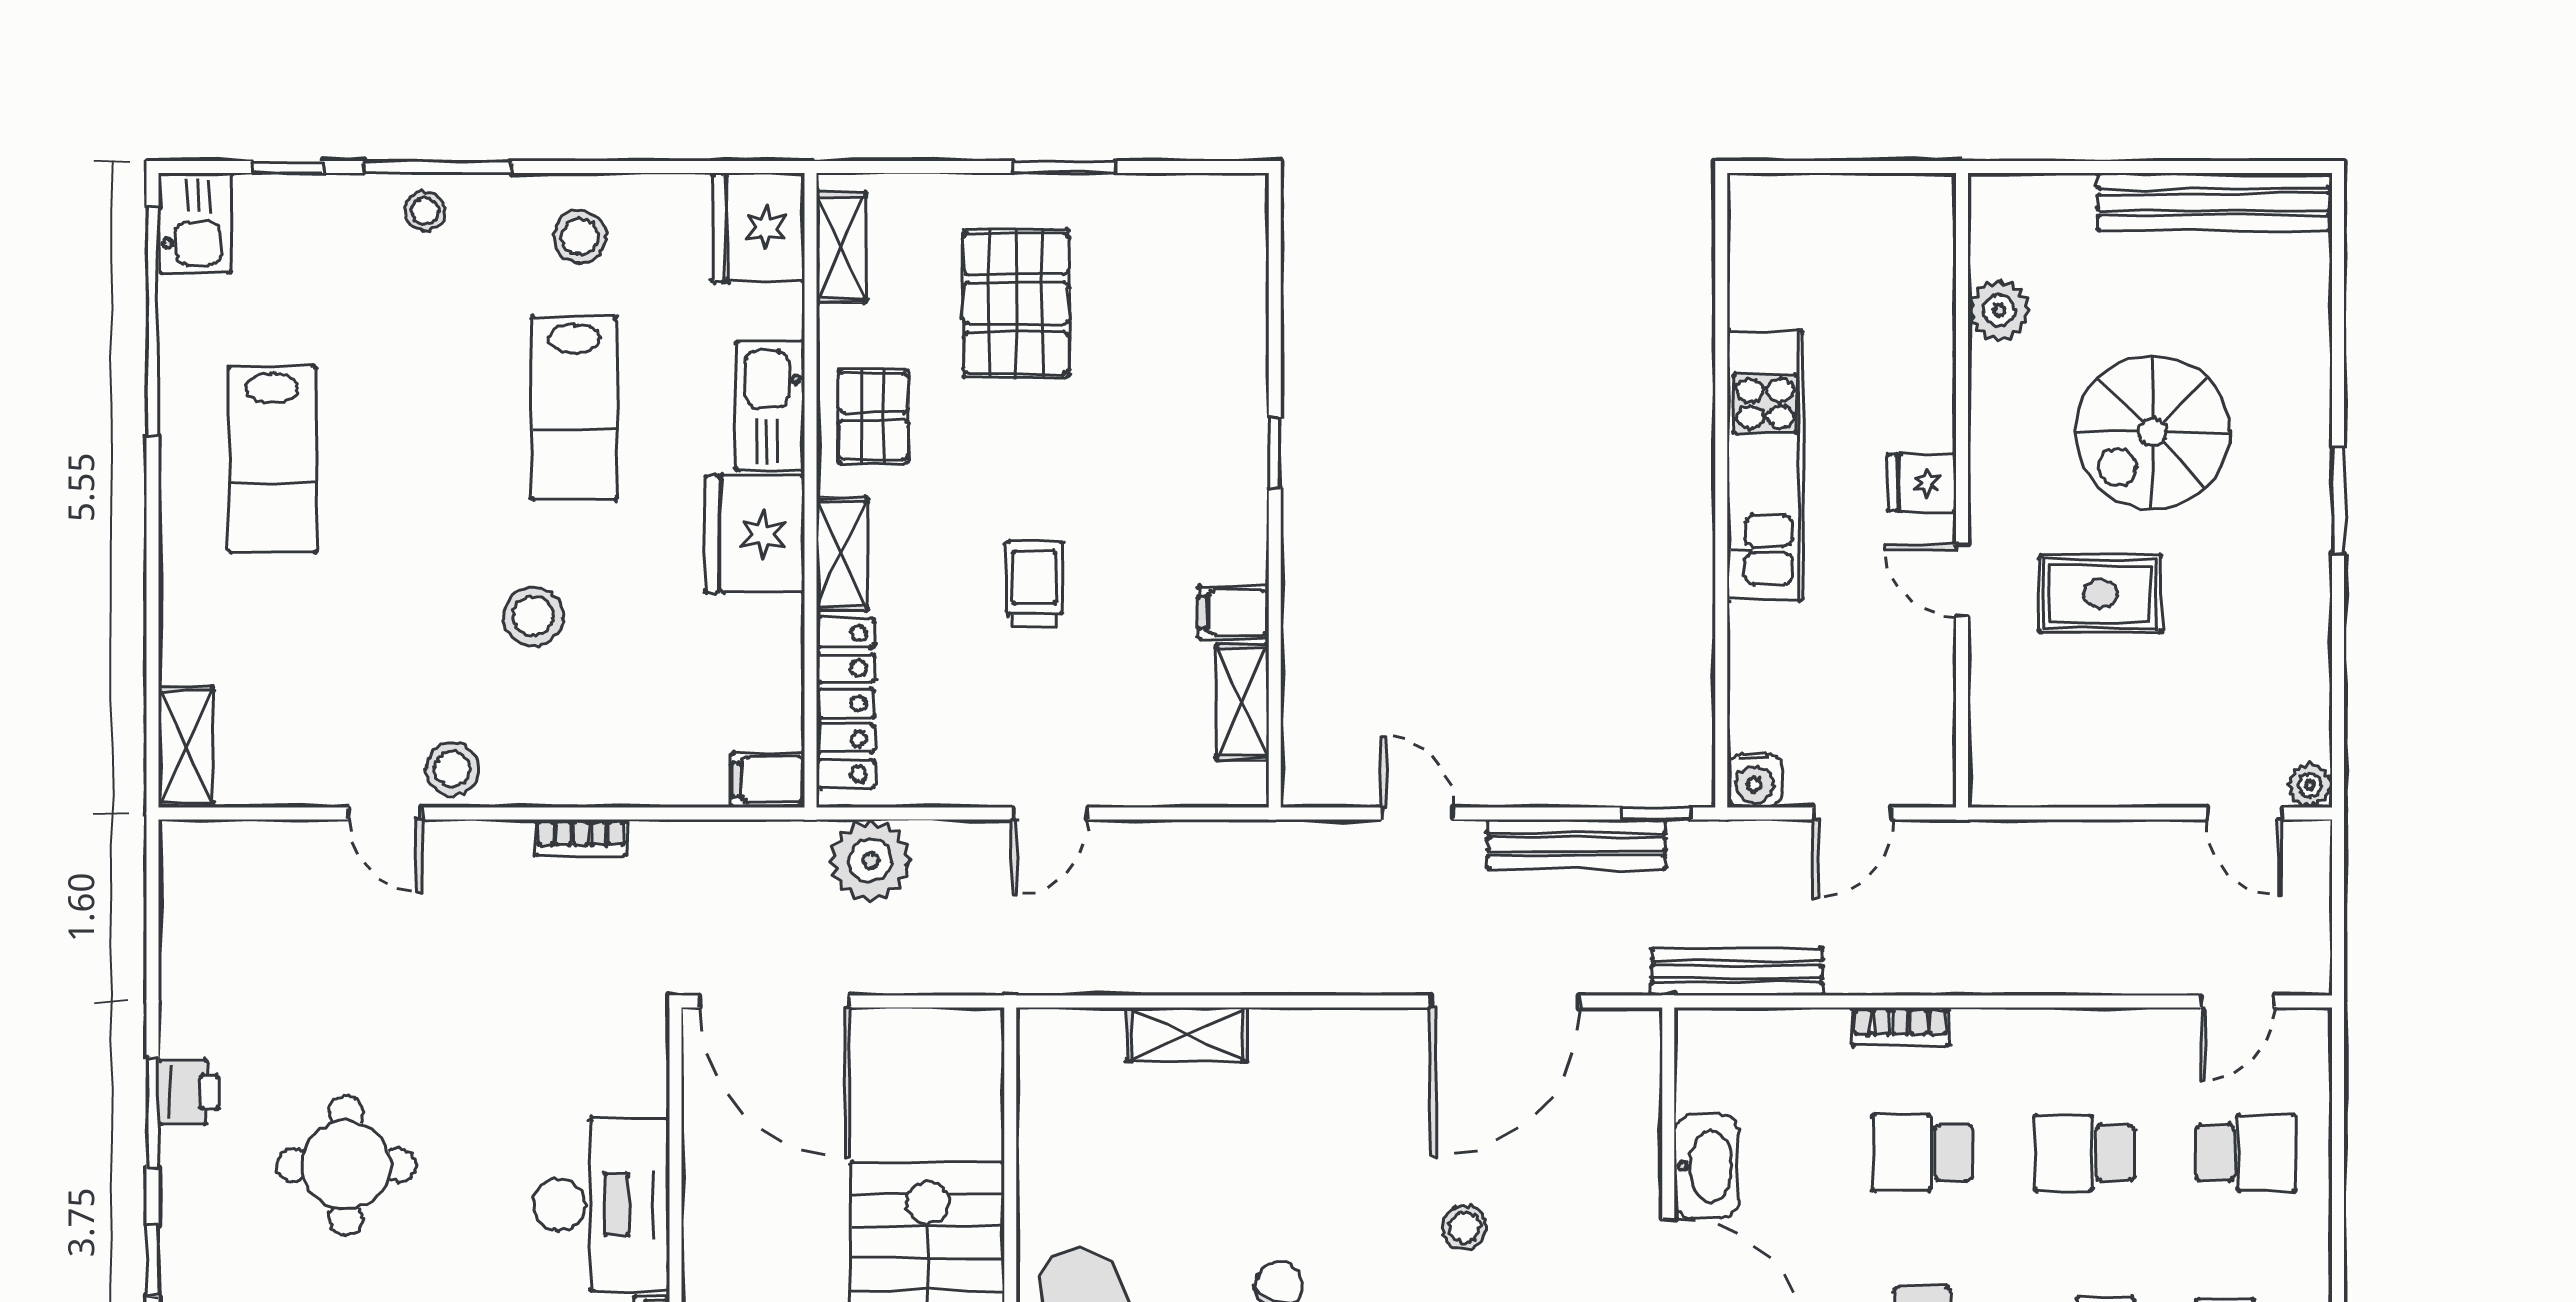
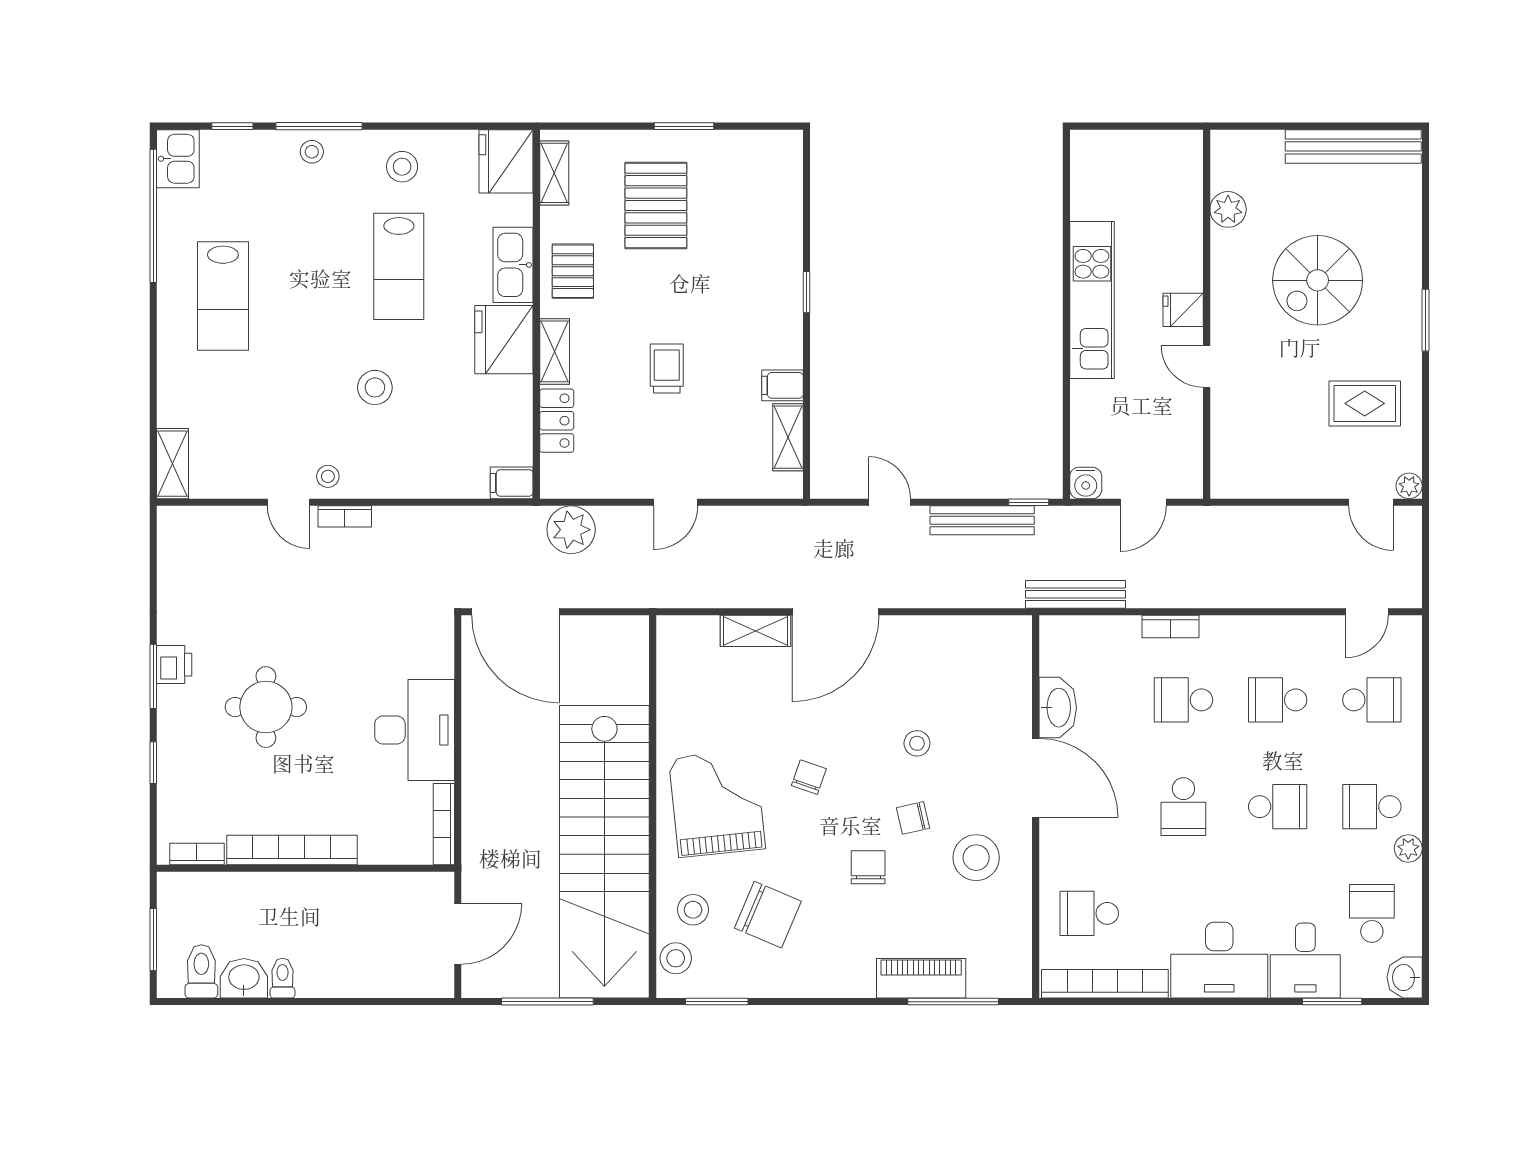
rug: (2100, 594) -> (1365, 403), moved
locker: (846, 703) -> (557, 421), width x0.66
stool: (452, 769) -> (328, 476), width x0.73, depth x0.73
bookcase: (581, 838) -> (345, 516), moved
door: (1505, 1001) -> (836, 612), moved

